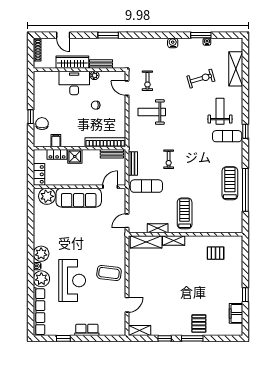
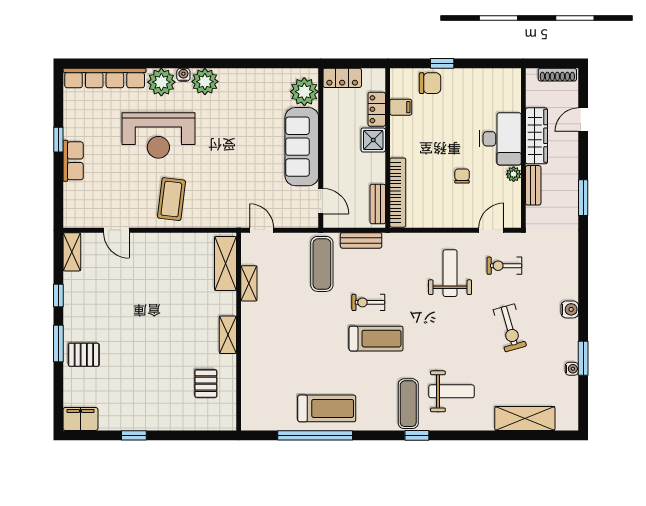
exercise bike: (201, 79) -> (510, 328), moved
treadmill: (185, 213) -> (376, 339), moved
shelving: (174, 240) -> (228, 335), moved
filing cabinet: (236, 313) -> (80, 419), moved
window: (63, 338) -> (58, 140), moved

